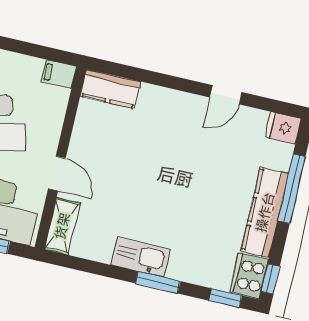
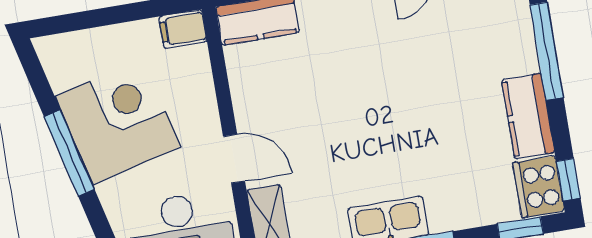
kitchen counter: (265, 212) -> (528, 116), width x0.67

